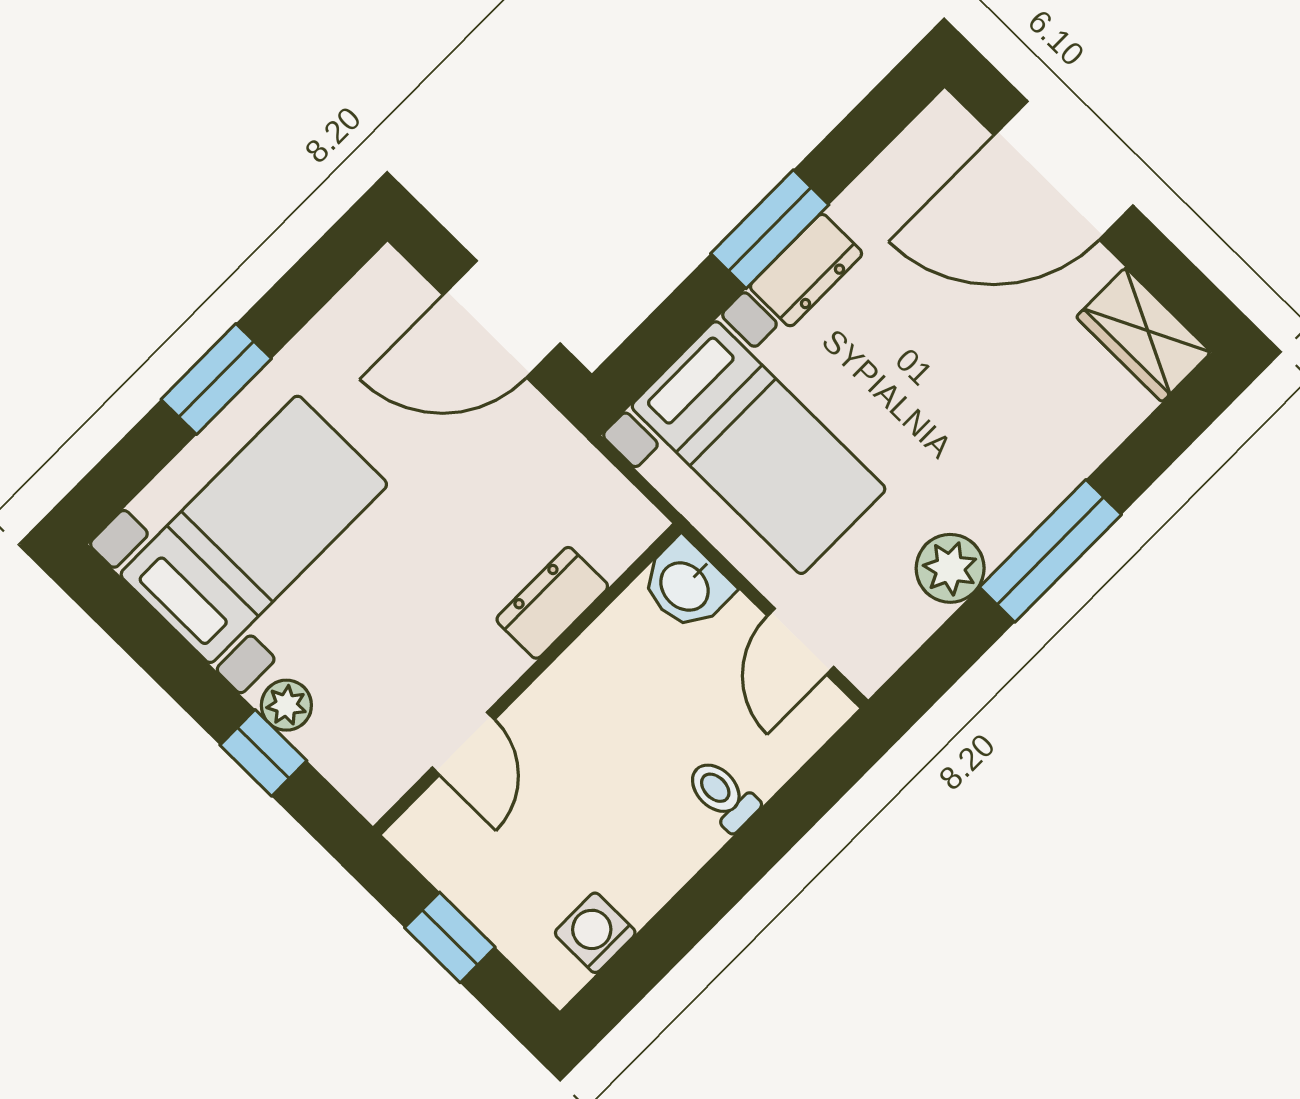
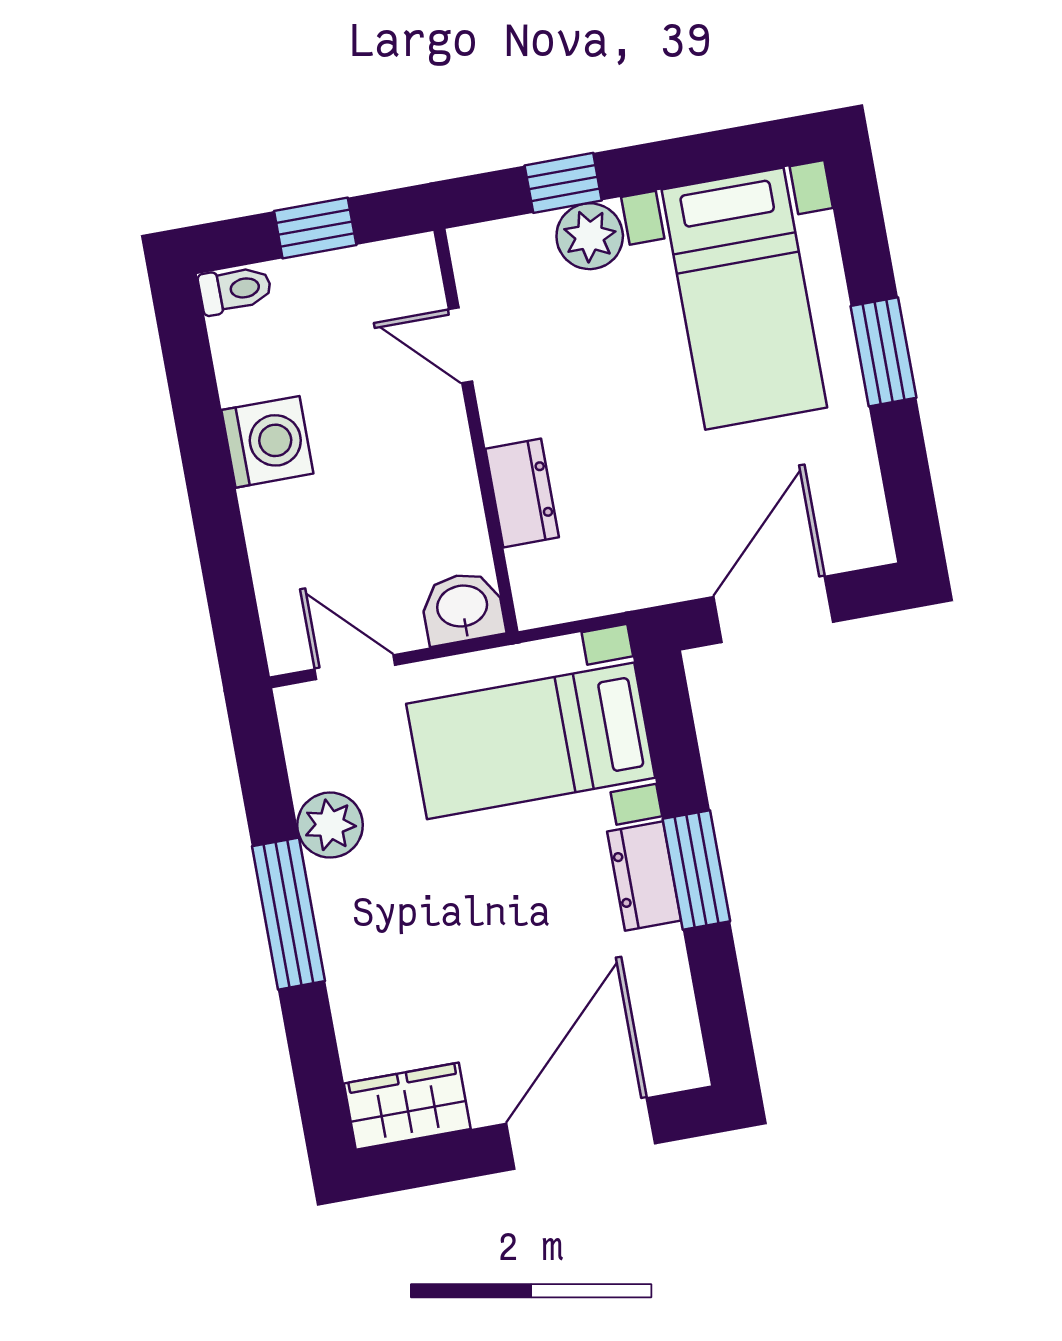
plant: (286, 705) -> (590, 236), width x1.38, depth x1.38
toilet: (722, 795) -> (235, 290), moved
washing machine: (595, 933) -> (267, 442), moved, width x1.38, depth x1.38

